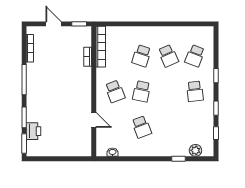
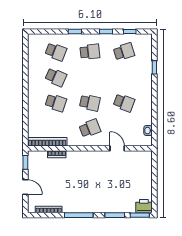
door: (53, 24) -> (25, 187), swing flipped
school desk: (168, 56) -> (56, 77), turned 48
door: (94, 120) -> (117, 148), hinge flipped
school desk: (142, 127) -> (124, 103), turned 42
school desk: (195, 127) -> (124, 52), added
printer: (33, 131) -> (144, 206), moved
plant: (195, 150) -> (146, 51), removed

